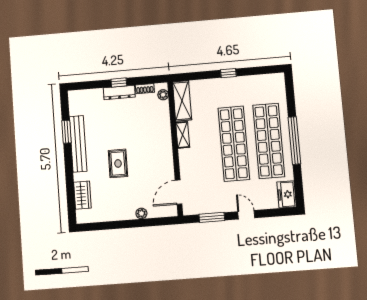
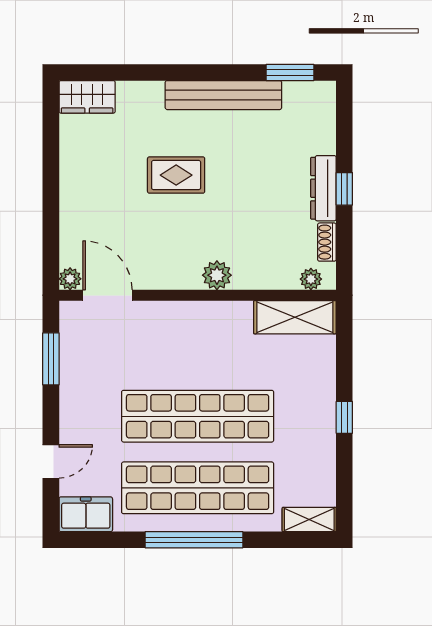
window: (66, 132) -> (290, 72), moved
shelving: (183, 135) -> (309, 520), moved
plant: (165, 140) -> (217, 275), added
wardrobe: (82, 195) -> (87, 97), moved
plant: (141, 213) -> (70, 279), moved
door: (246, 215) -> (51, 461), moved

